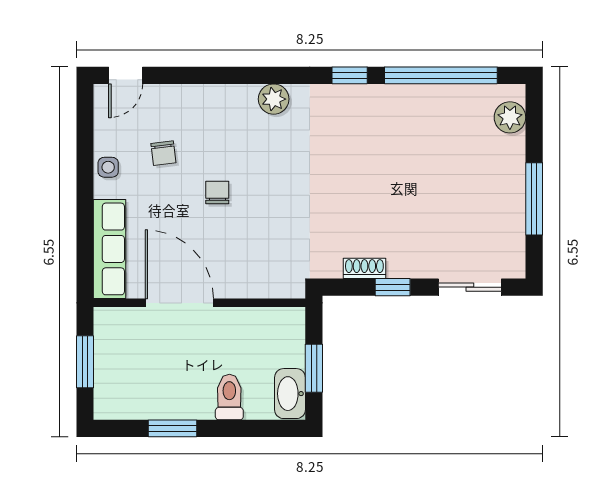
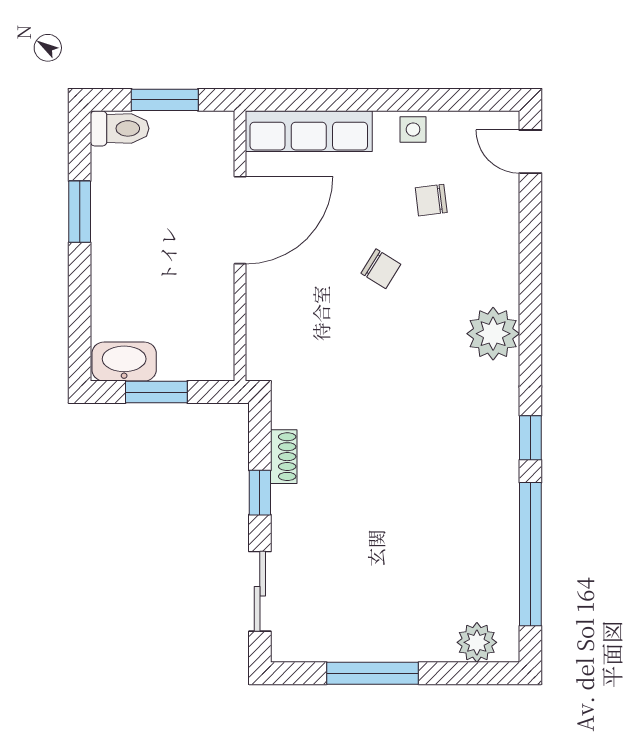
plant: (274, 99) -> (493, 334), width x1.36, depth x1.36
chair: (217, 192) -> (381, 269), turned 32
toilet: (229, 397) -> (120, 128), moved

